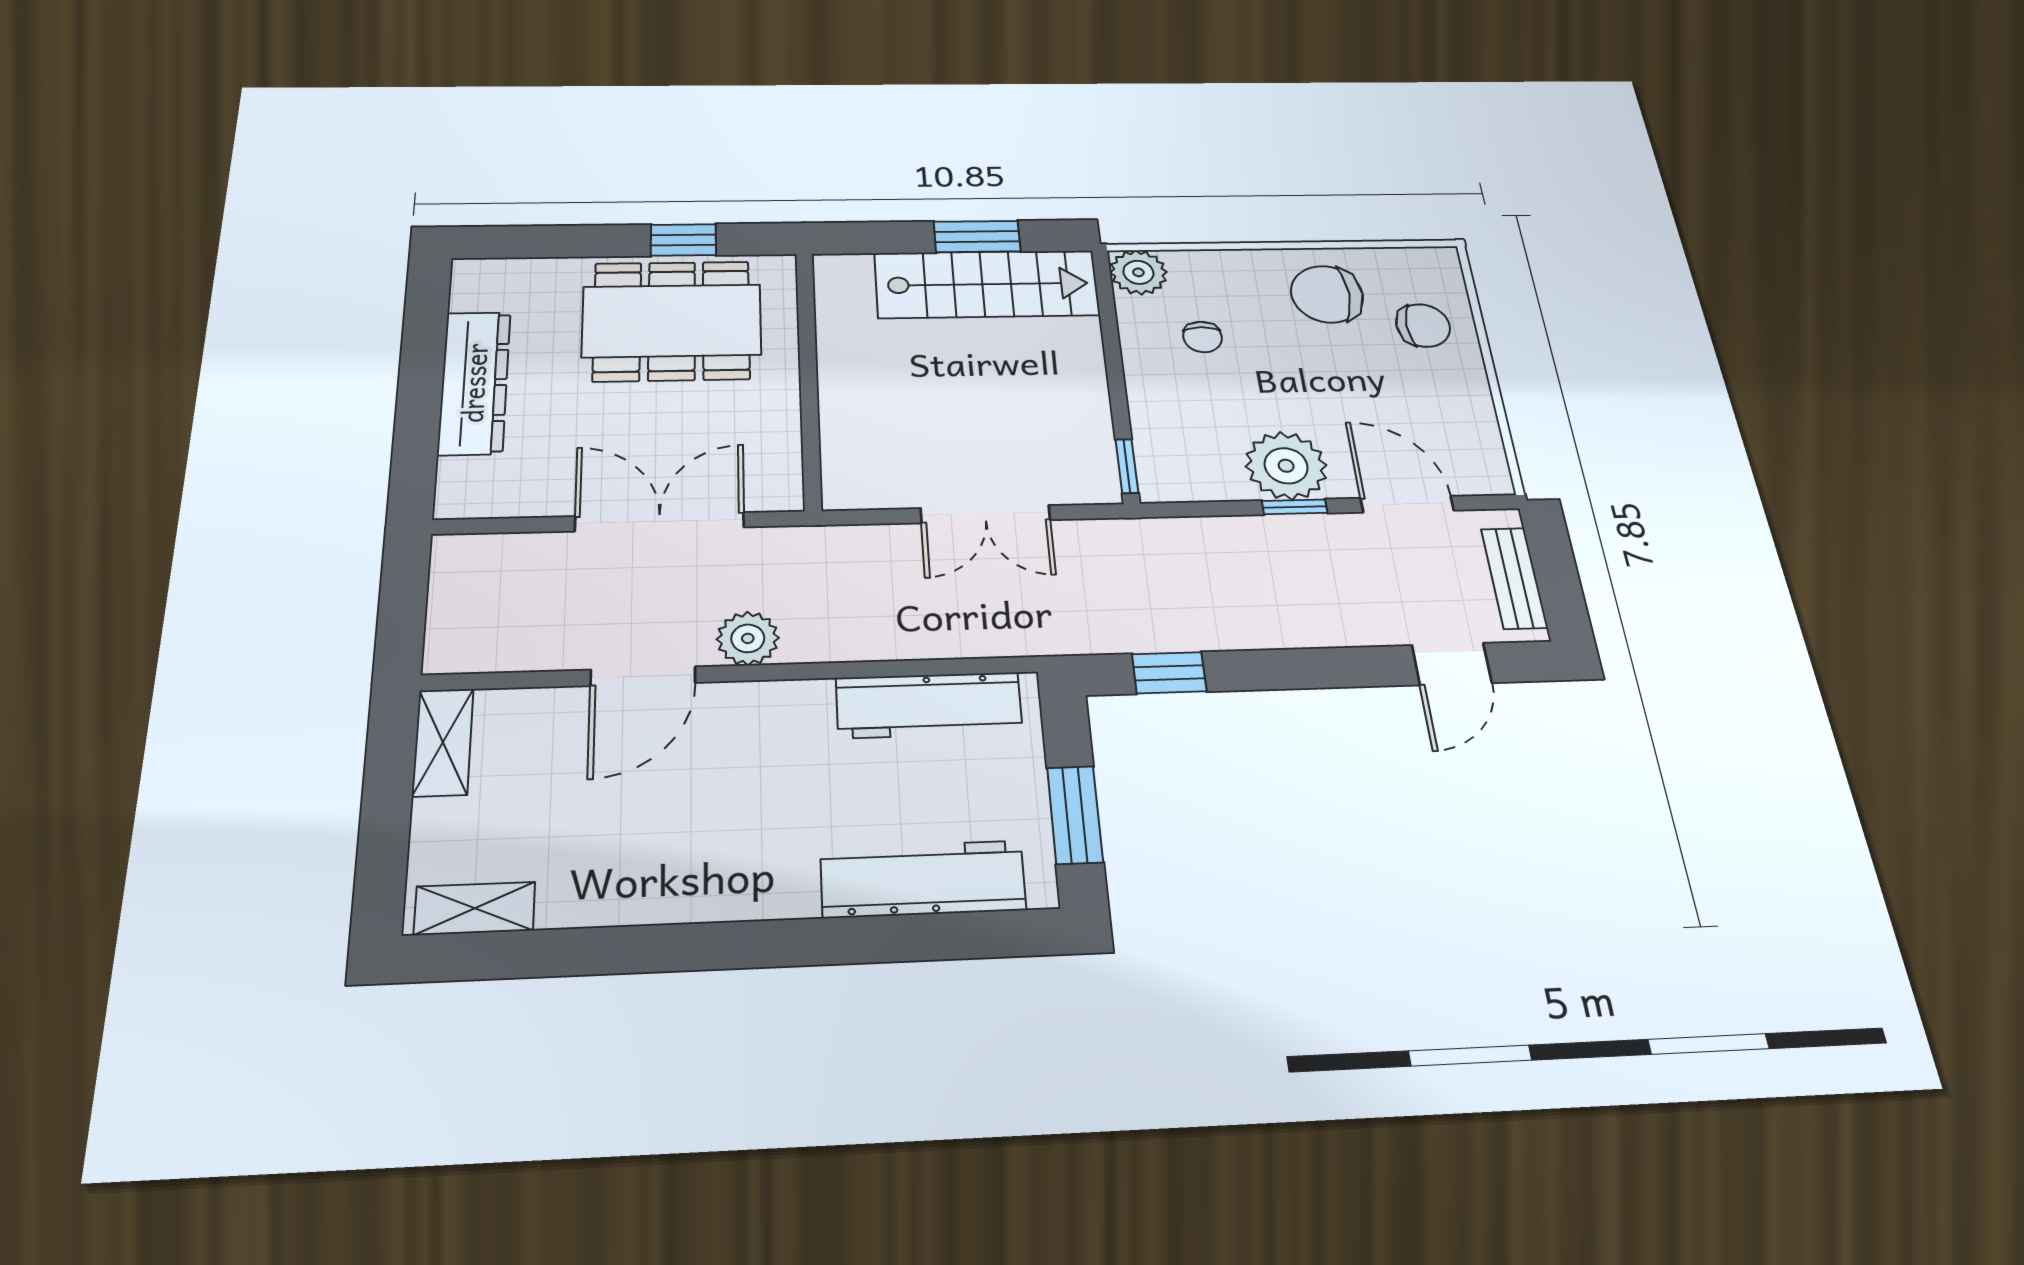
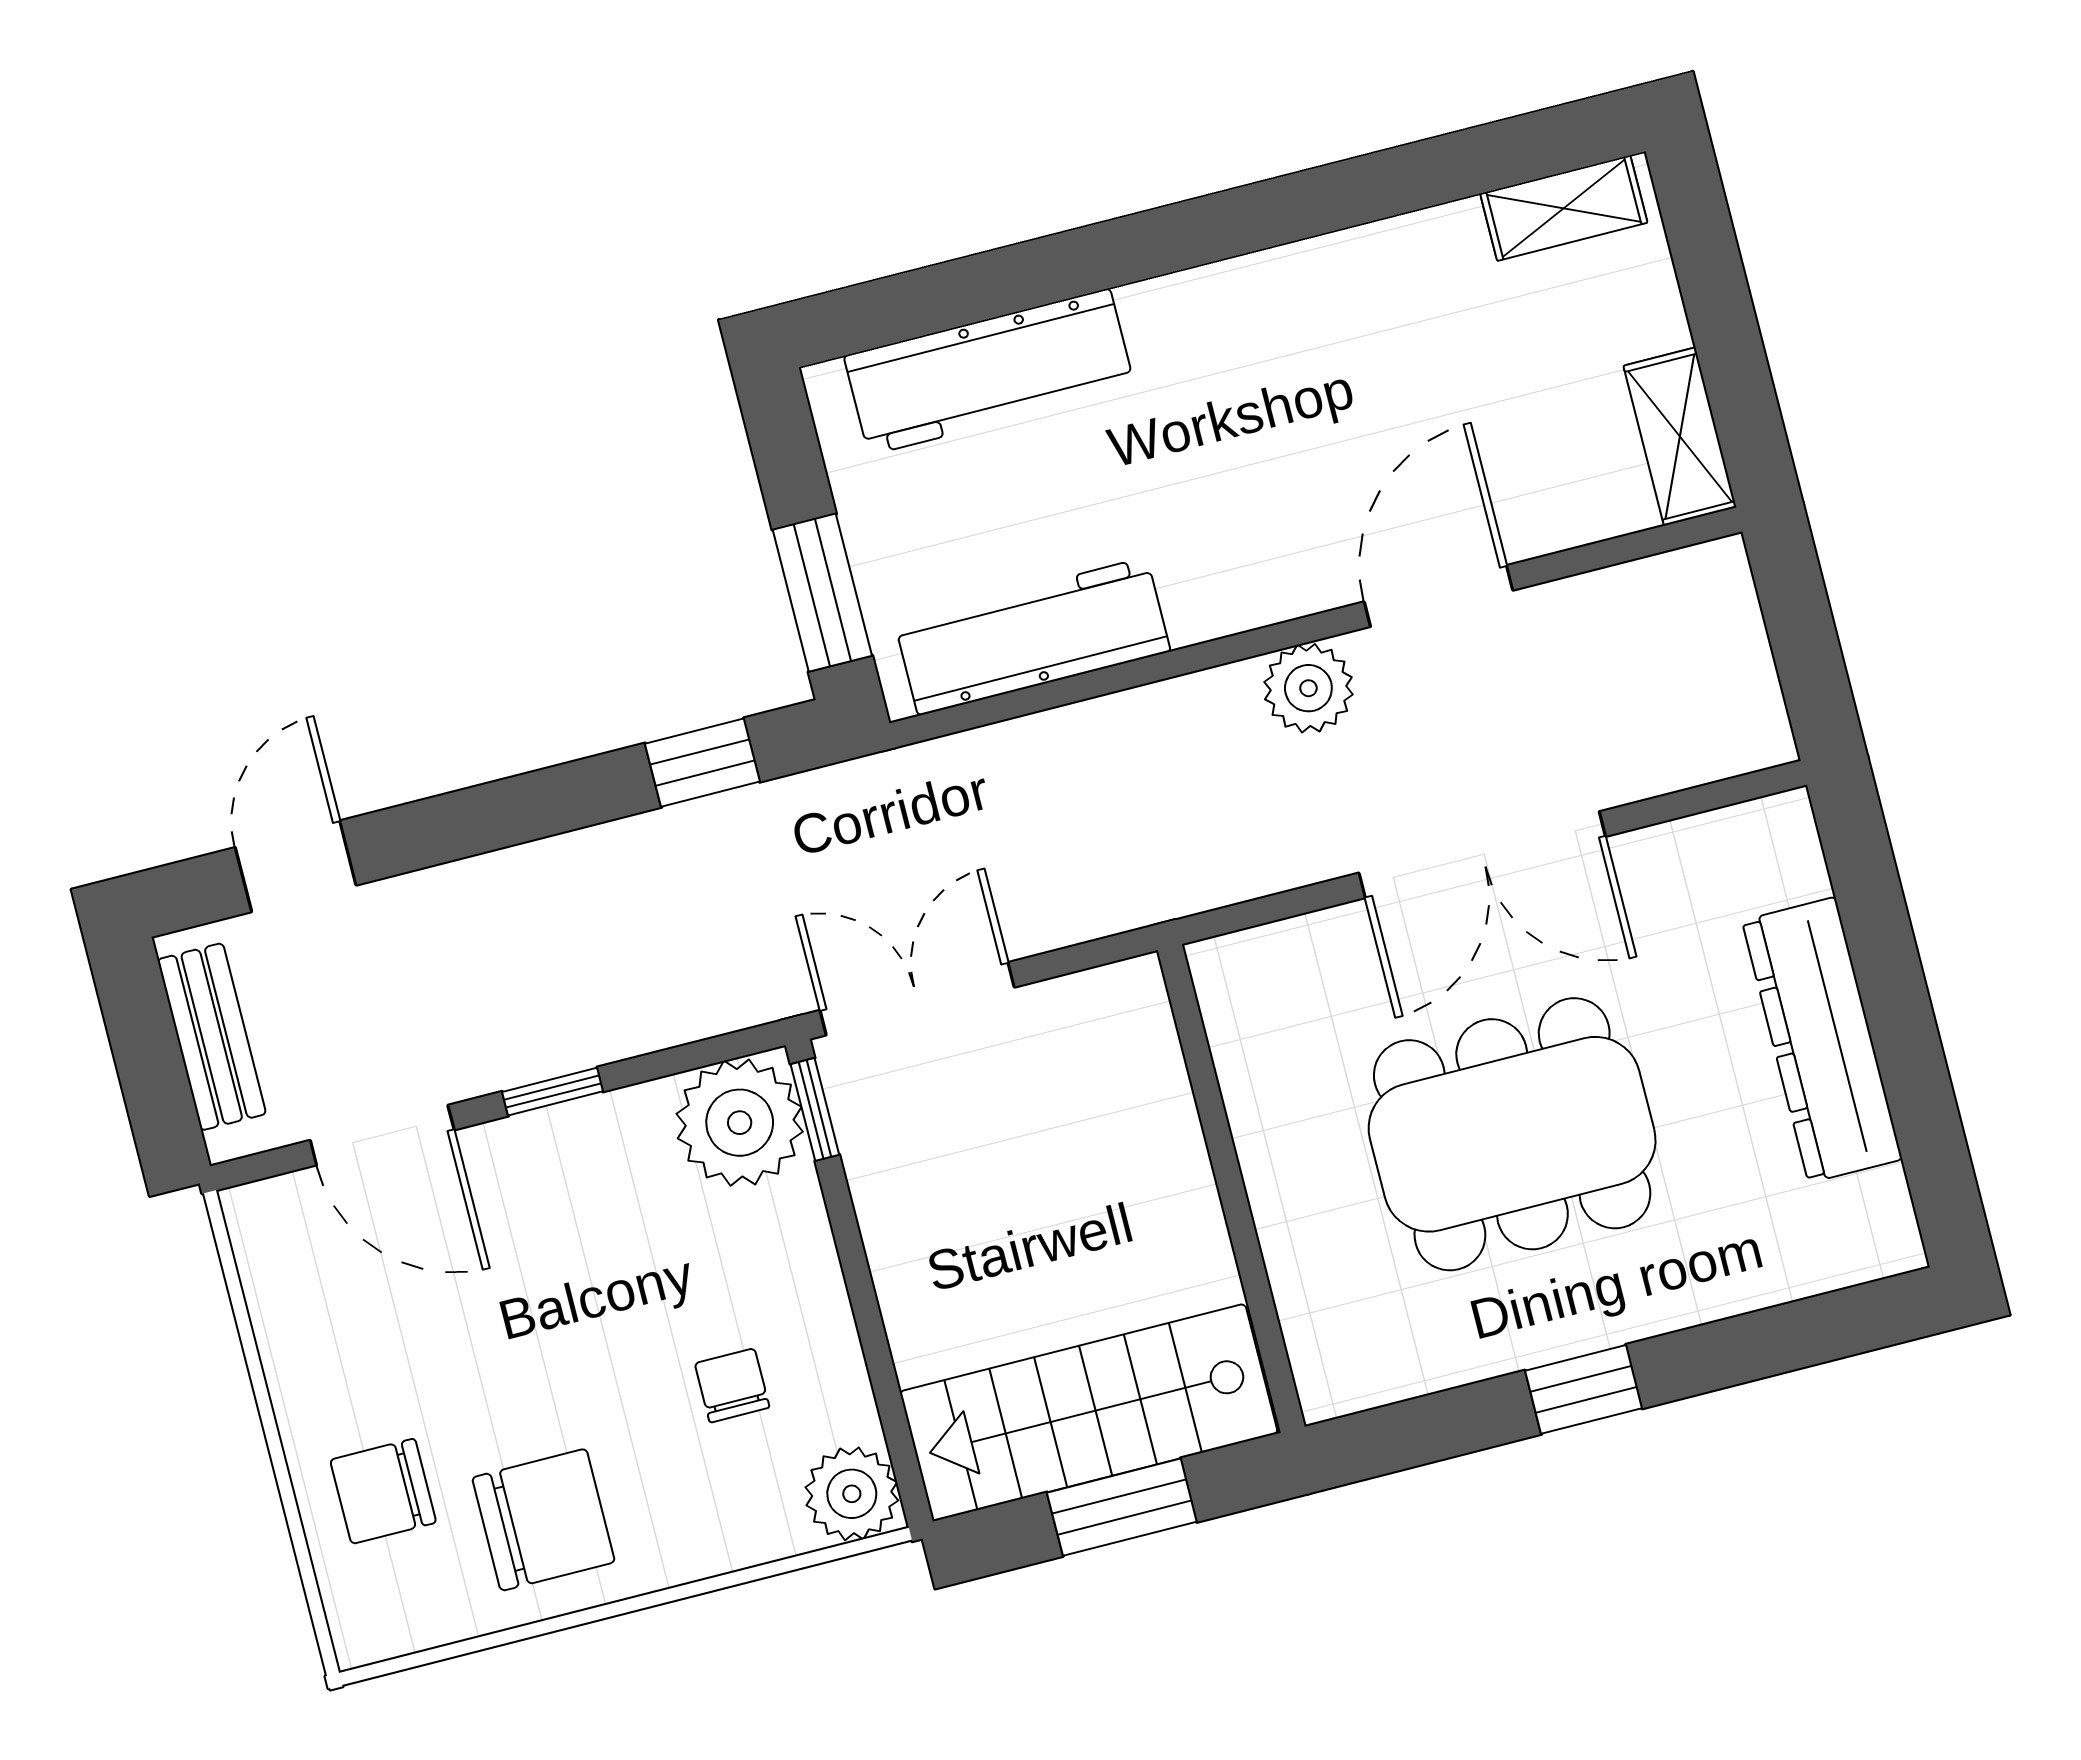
dining table: (672, 321) -> (1512, 1134), moved
wall: (809, 378) -> (1231, 1188), moved
plant: (1286, 466) -> (740, 1123), moved
double door: (985, 514) -> (917, 999), moved
window: (1075, 815) -> (822, 593), moved

